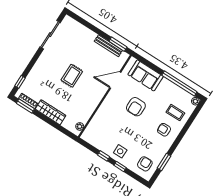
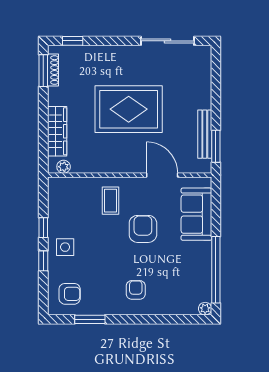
rug: (72, 76) -> (129, 109), width x1.86, depth x2.06
armchair: (136, 107) -> (143, 229), turned 90
wardrobe: (51, 112) -> (57, 131), moved
coffee table: (175, 113) -> (111, 201), moved

